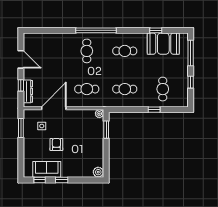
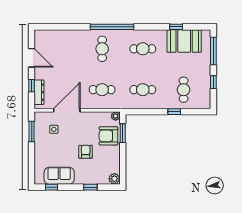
armchair: (93, 132) -> (108, 136), added
armchair: (56, 145) -> (86, 152), moved
window: (62, 180) -> (90, 187), moved

